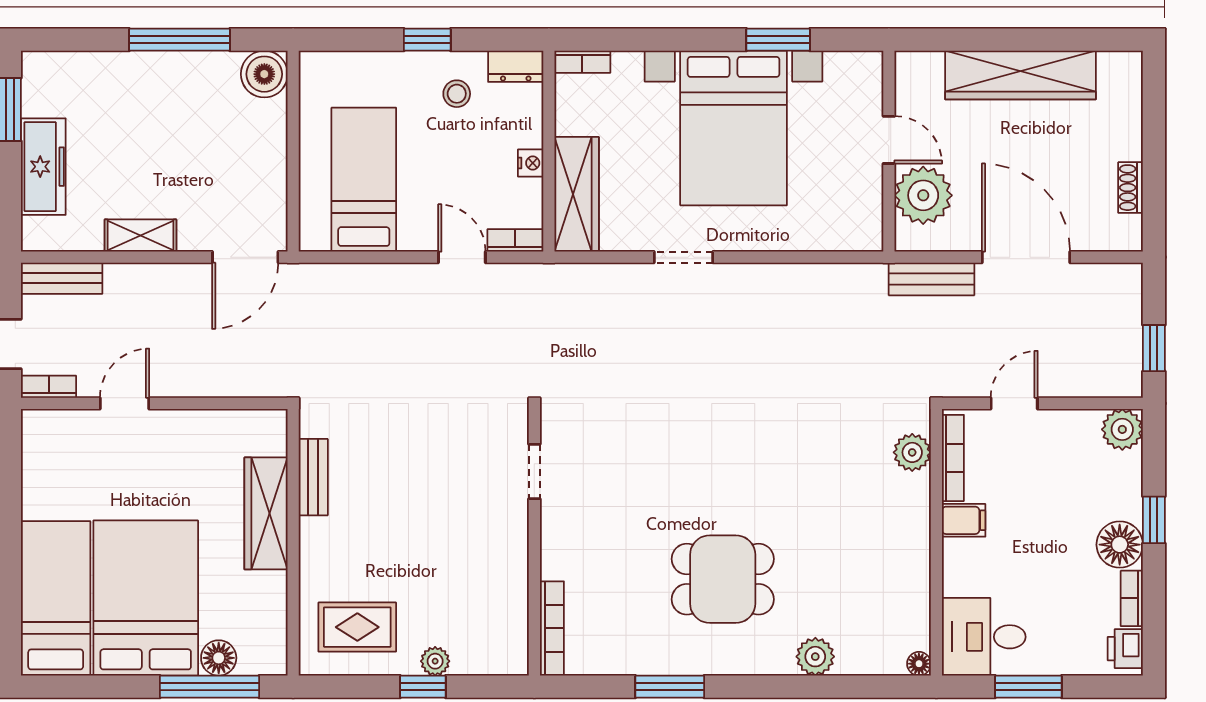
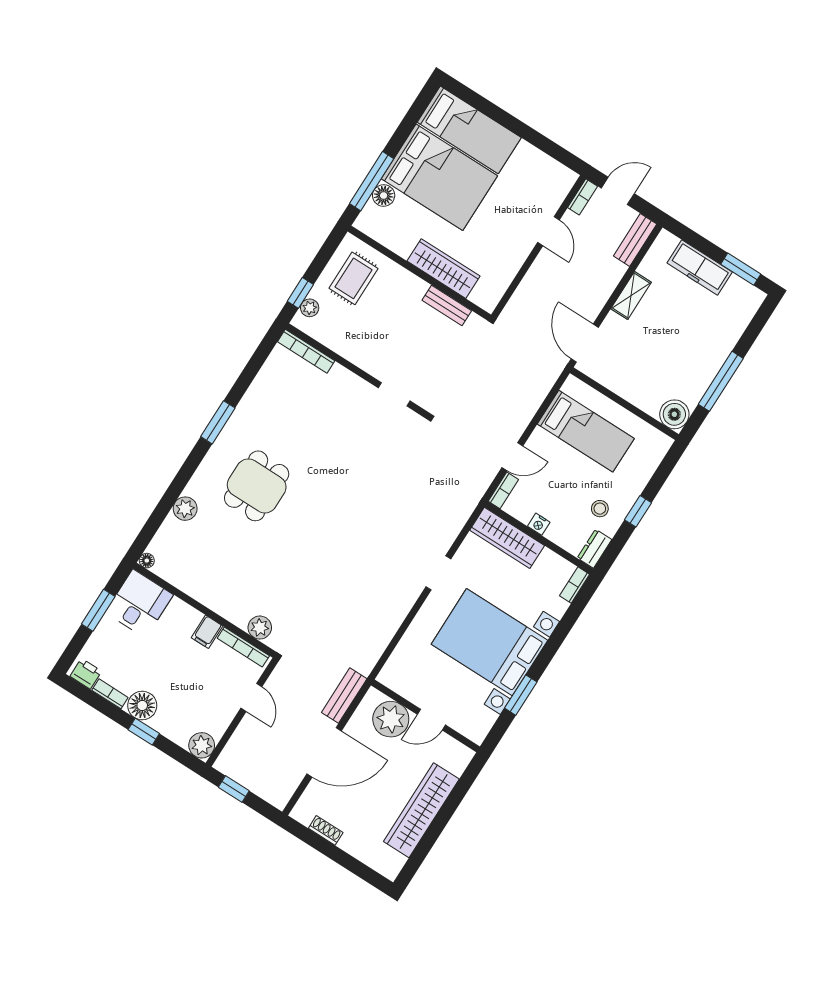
doorway: (534, 471) -> (394, 394), moved
wall: (534, 542) -> (357, 371), moved
bookcase: (552, 628) -> (306, 351), moved

